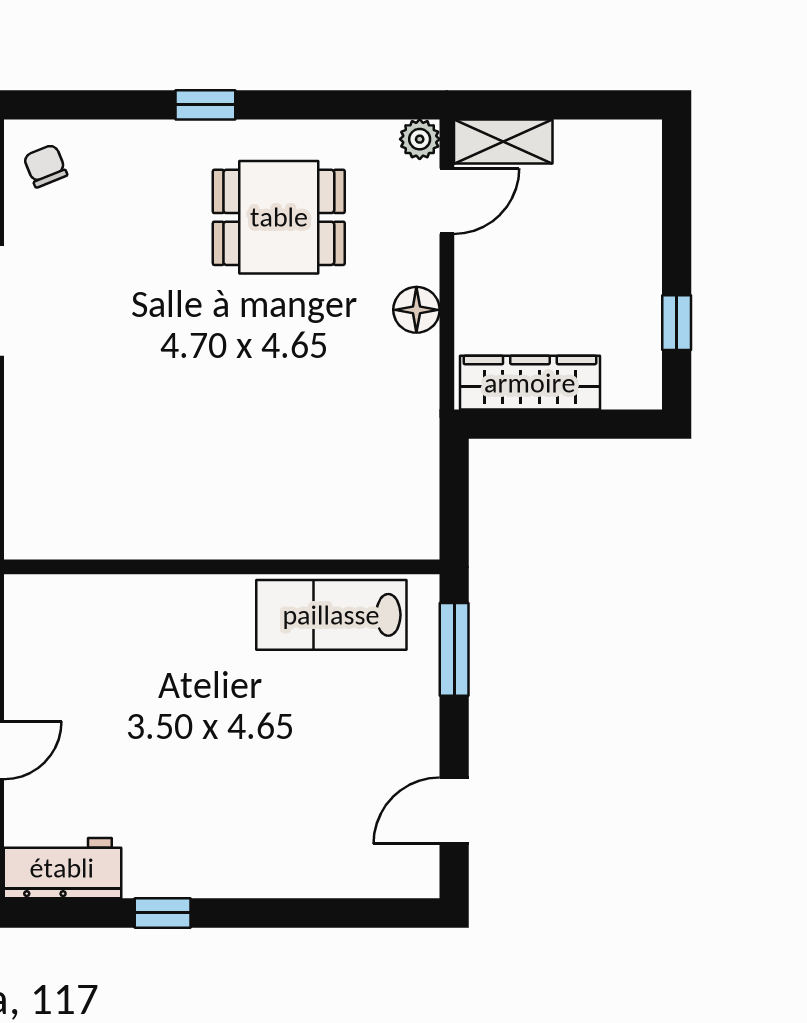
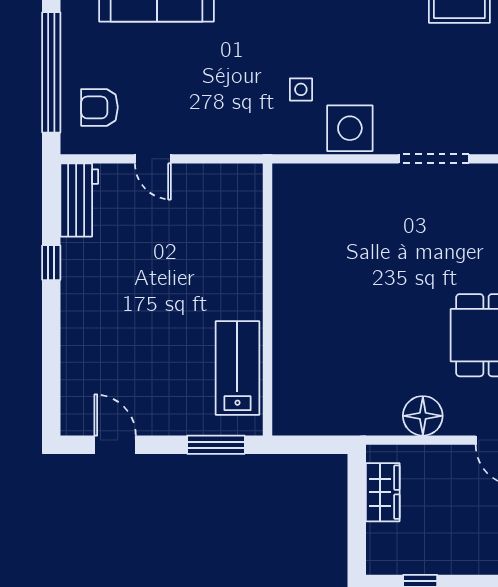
floor lamp: (416, 310) -> (423, 416), width x1.38, depth x1.38
wardrobe: (530, 383) -> (383, 492), width x0.67

